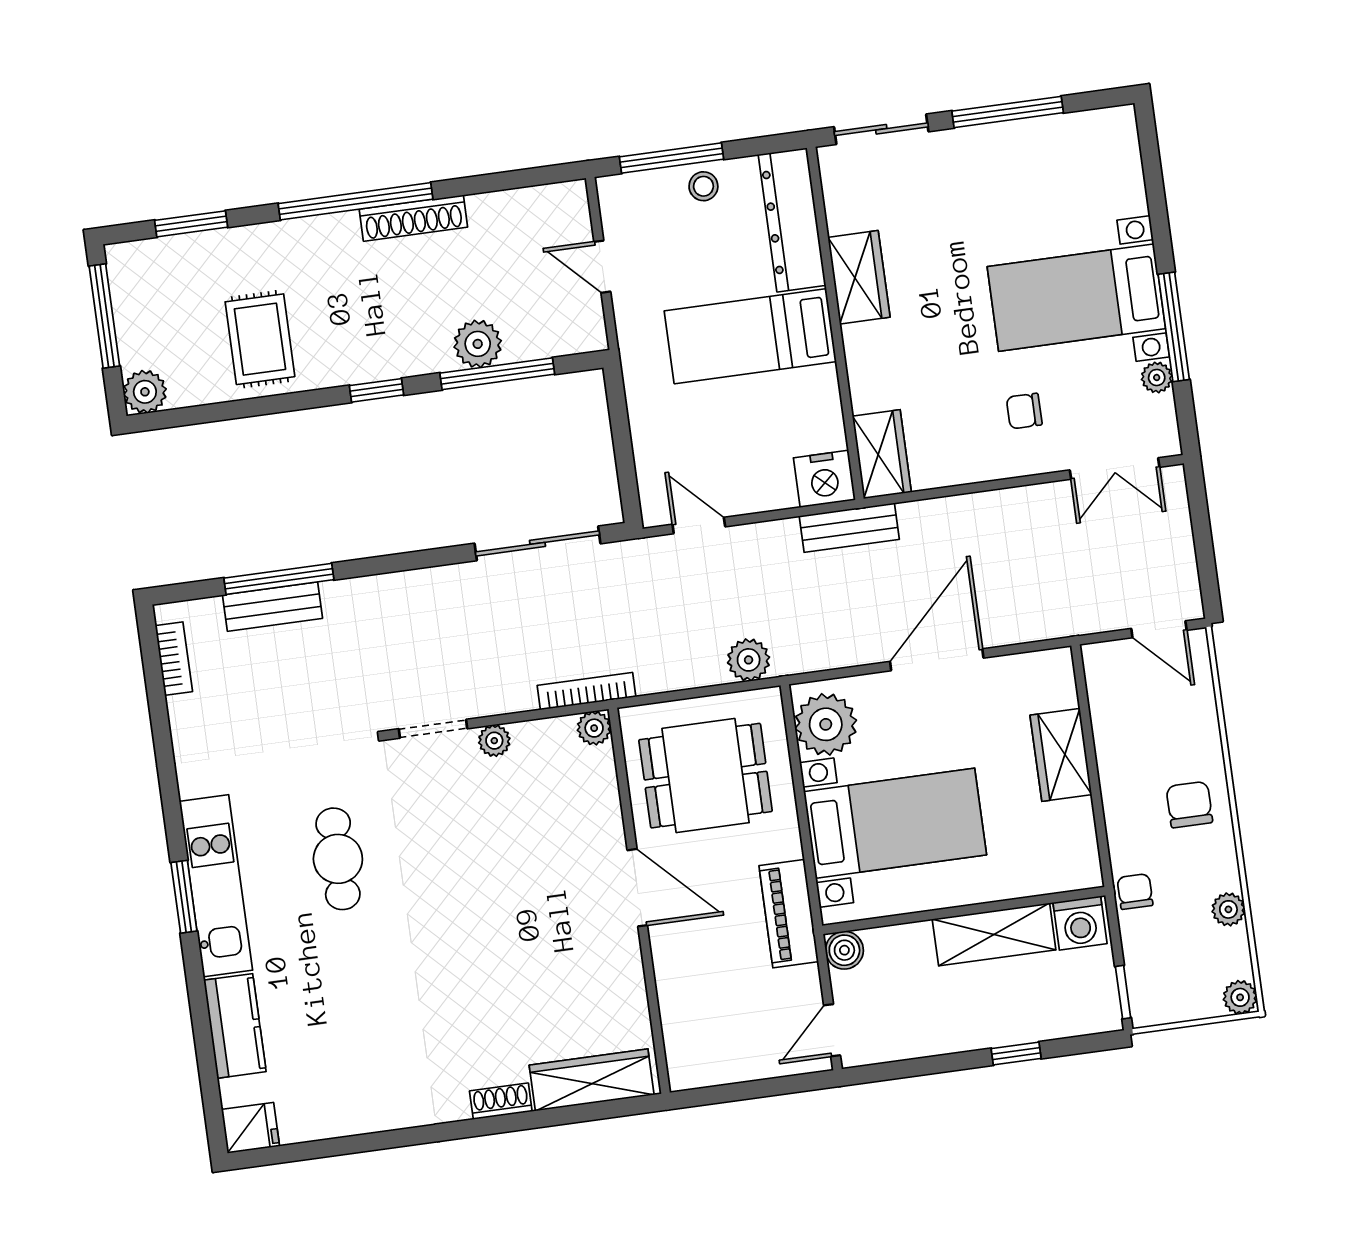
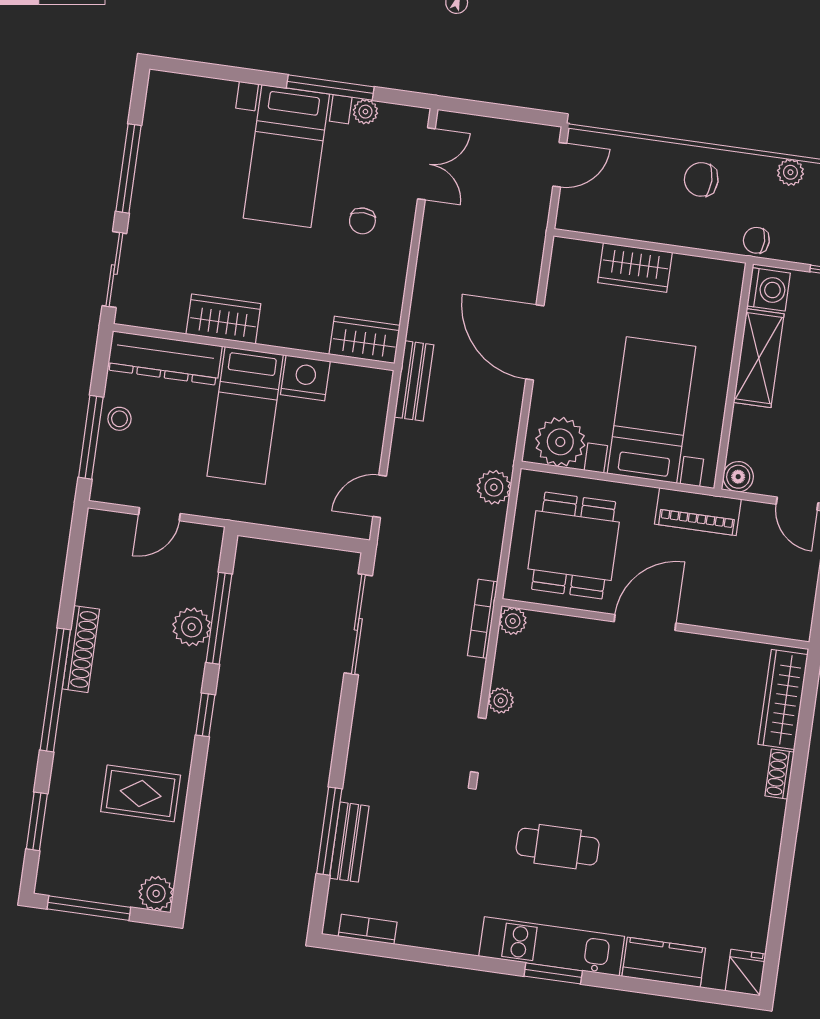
nightstand: (824, 479) -> (305, 378), moved, turned -90

